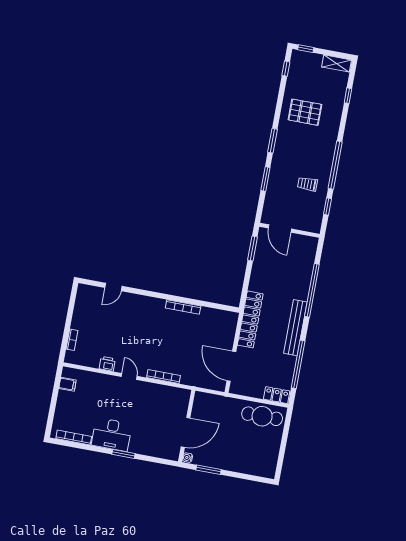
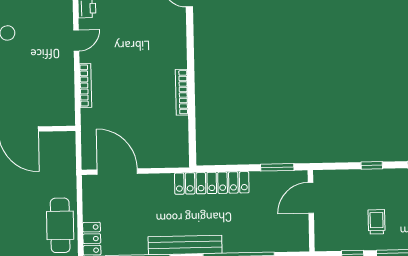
window: (265, 179) -> (372, 165), width x0.67
locker: (250, 319) -> (212, 183), moved
door: (231, 366) -> (117, 172), hinge flipped

